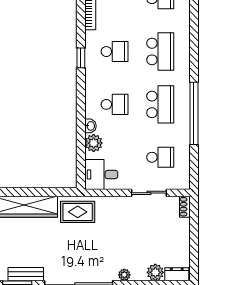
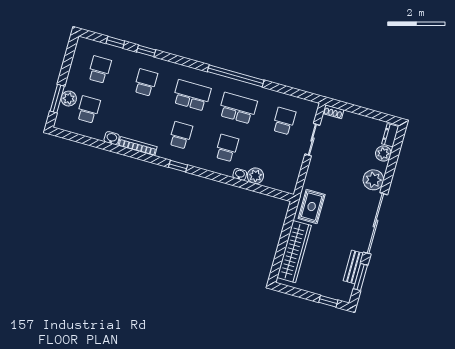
window: (194, 113) -> (236, 76), moved
desk: (101, 175) -> (285, 177), removed
plant: (124, 275) -> (373, 180), width x1.88, depth x1.88

